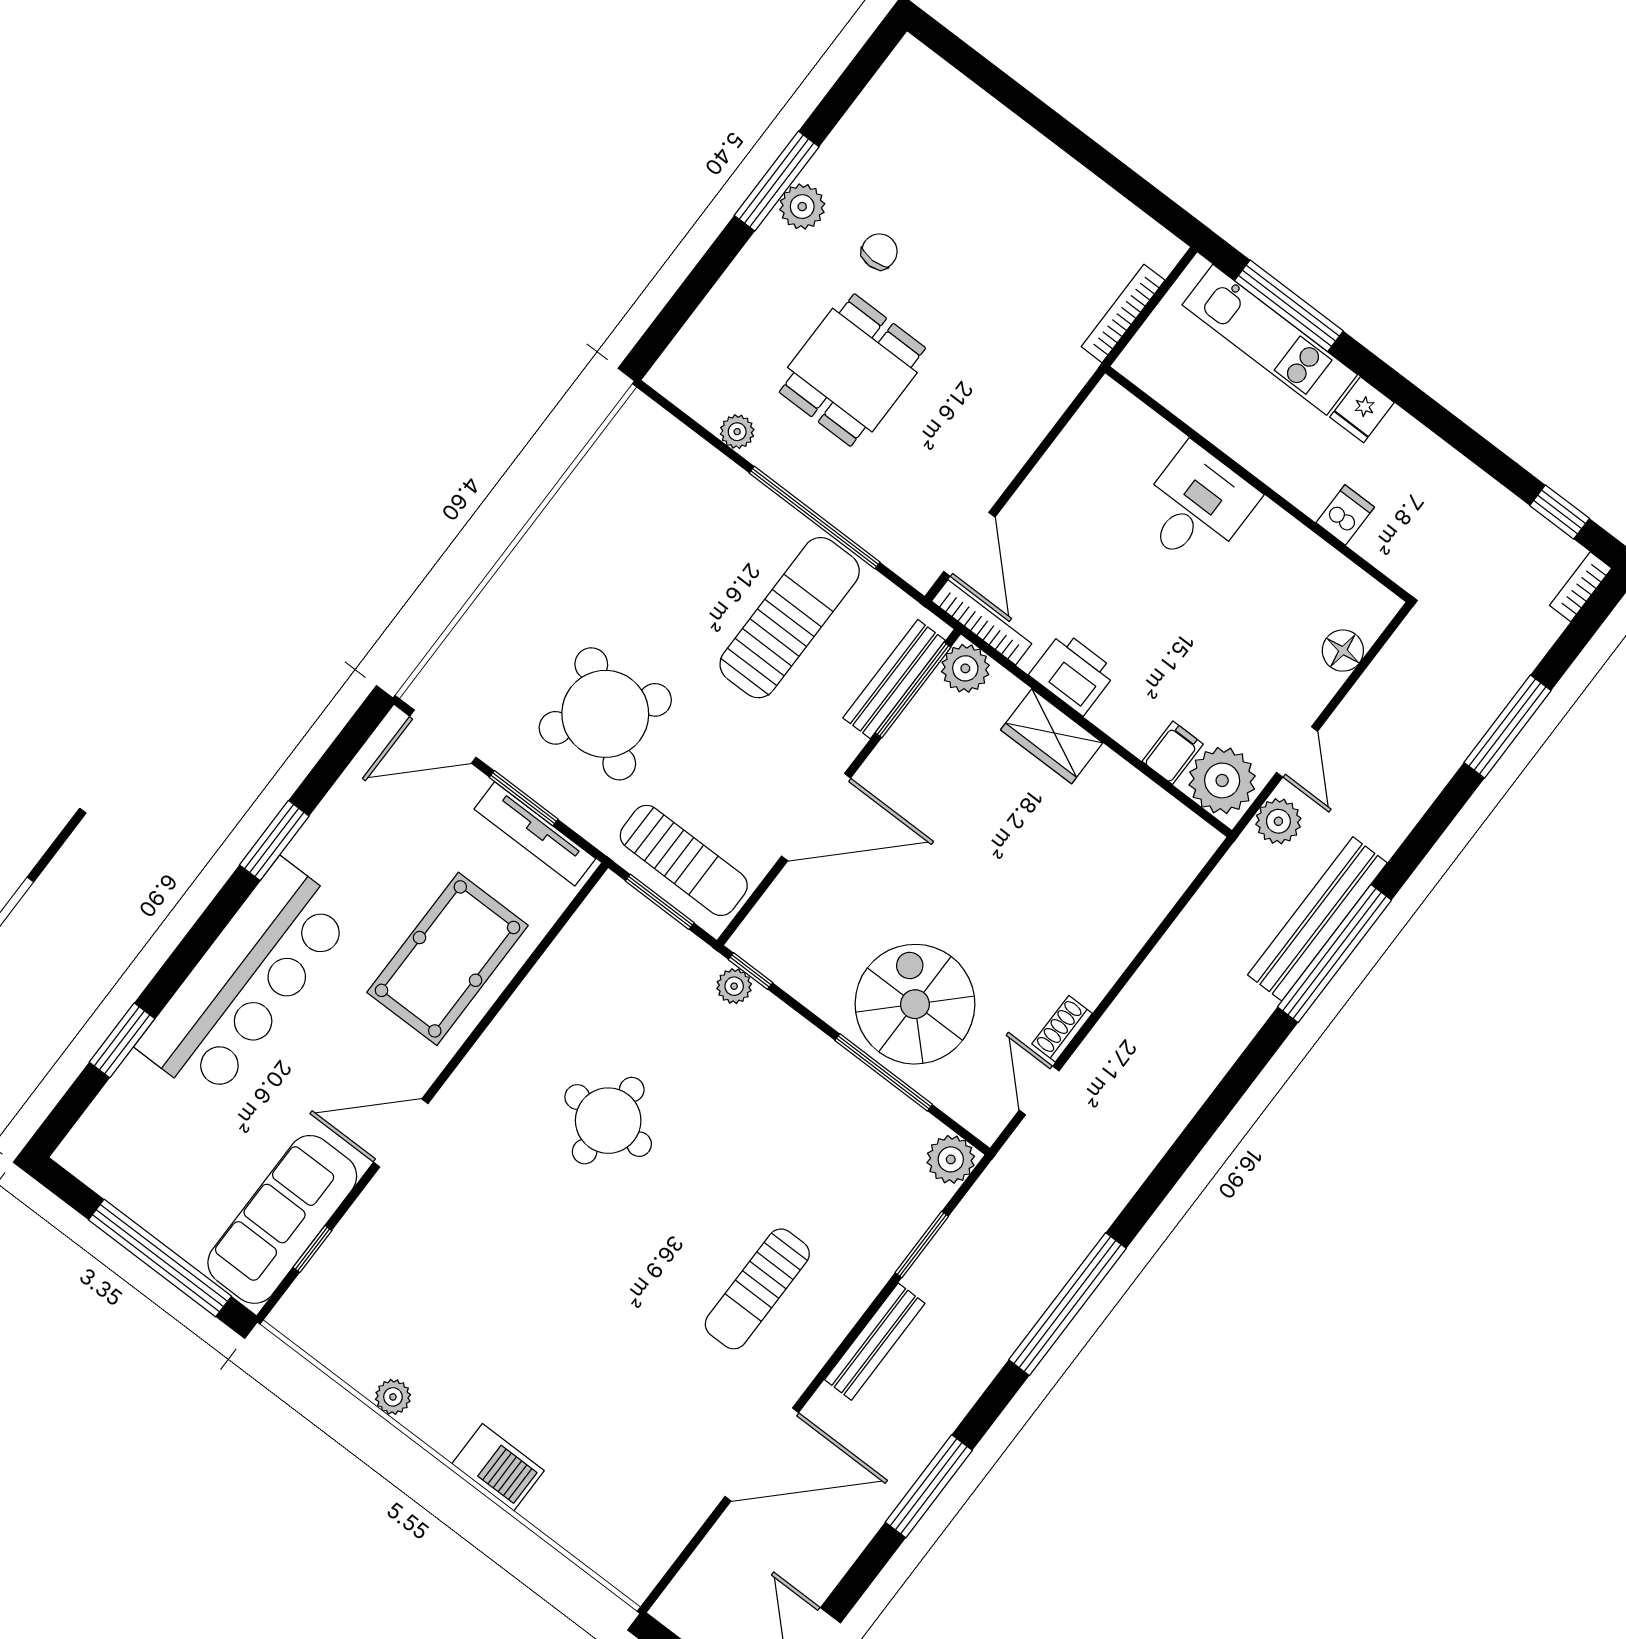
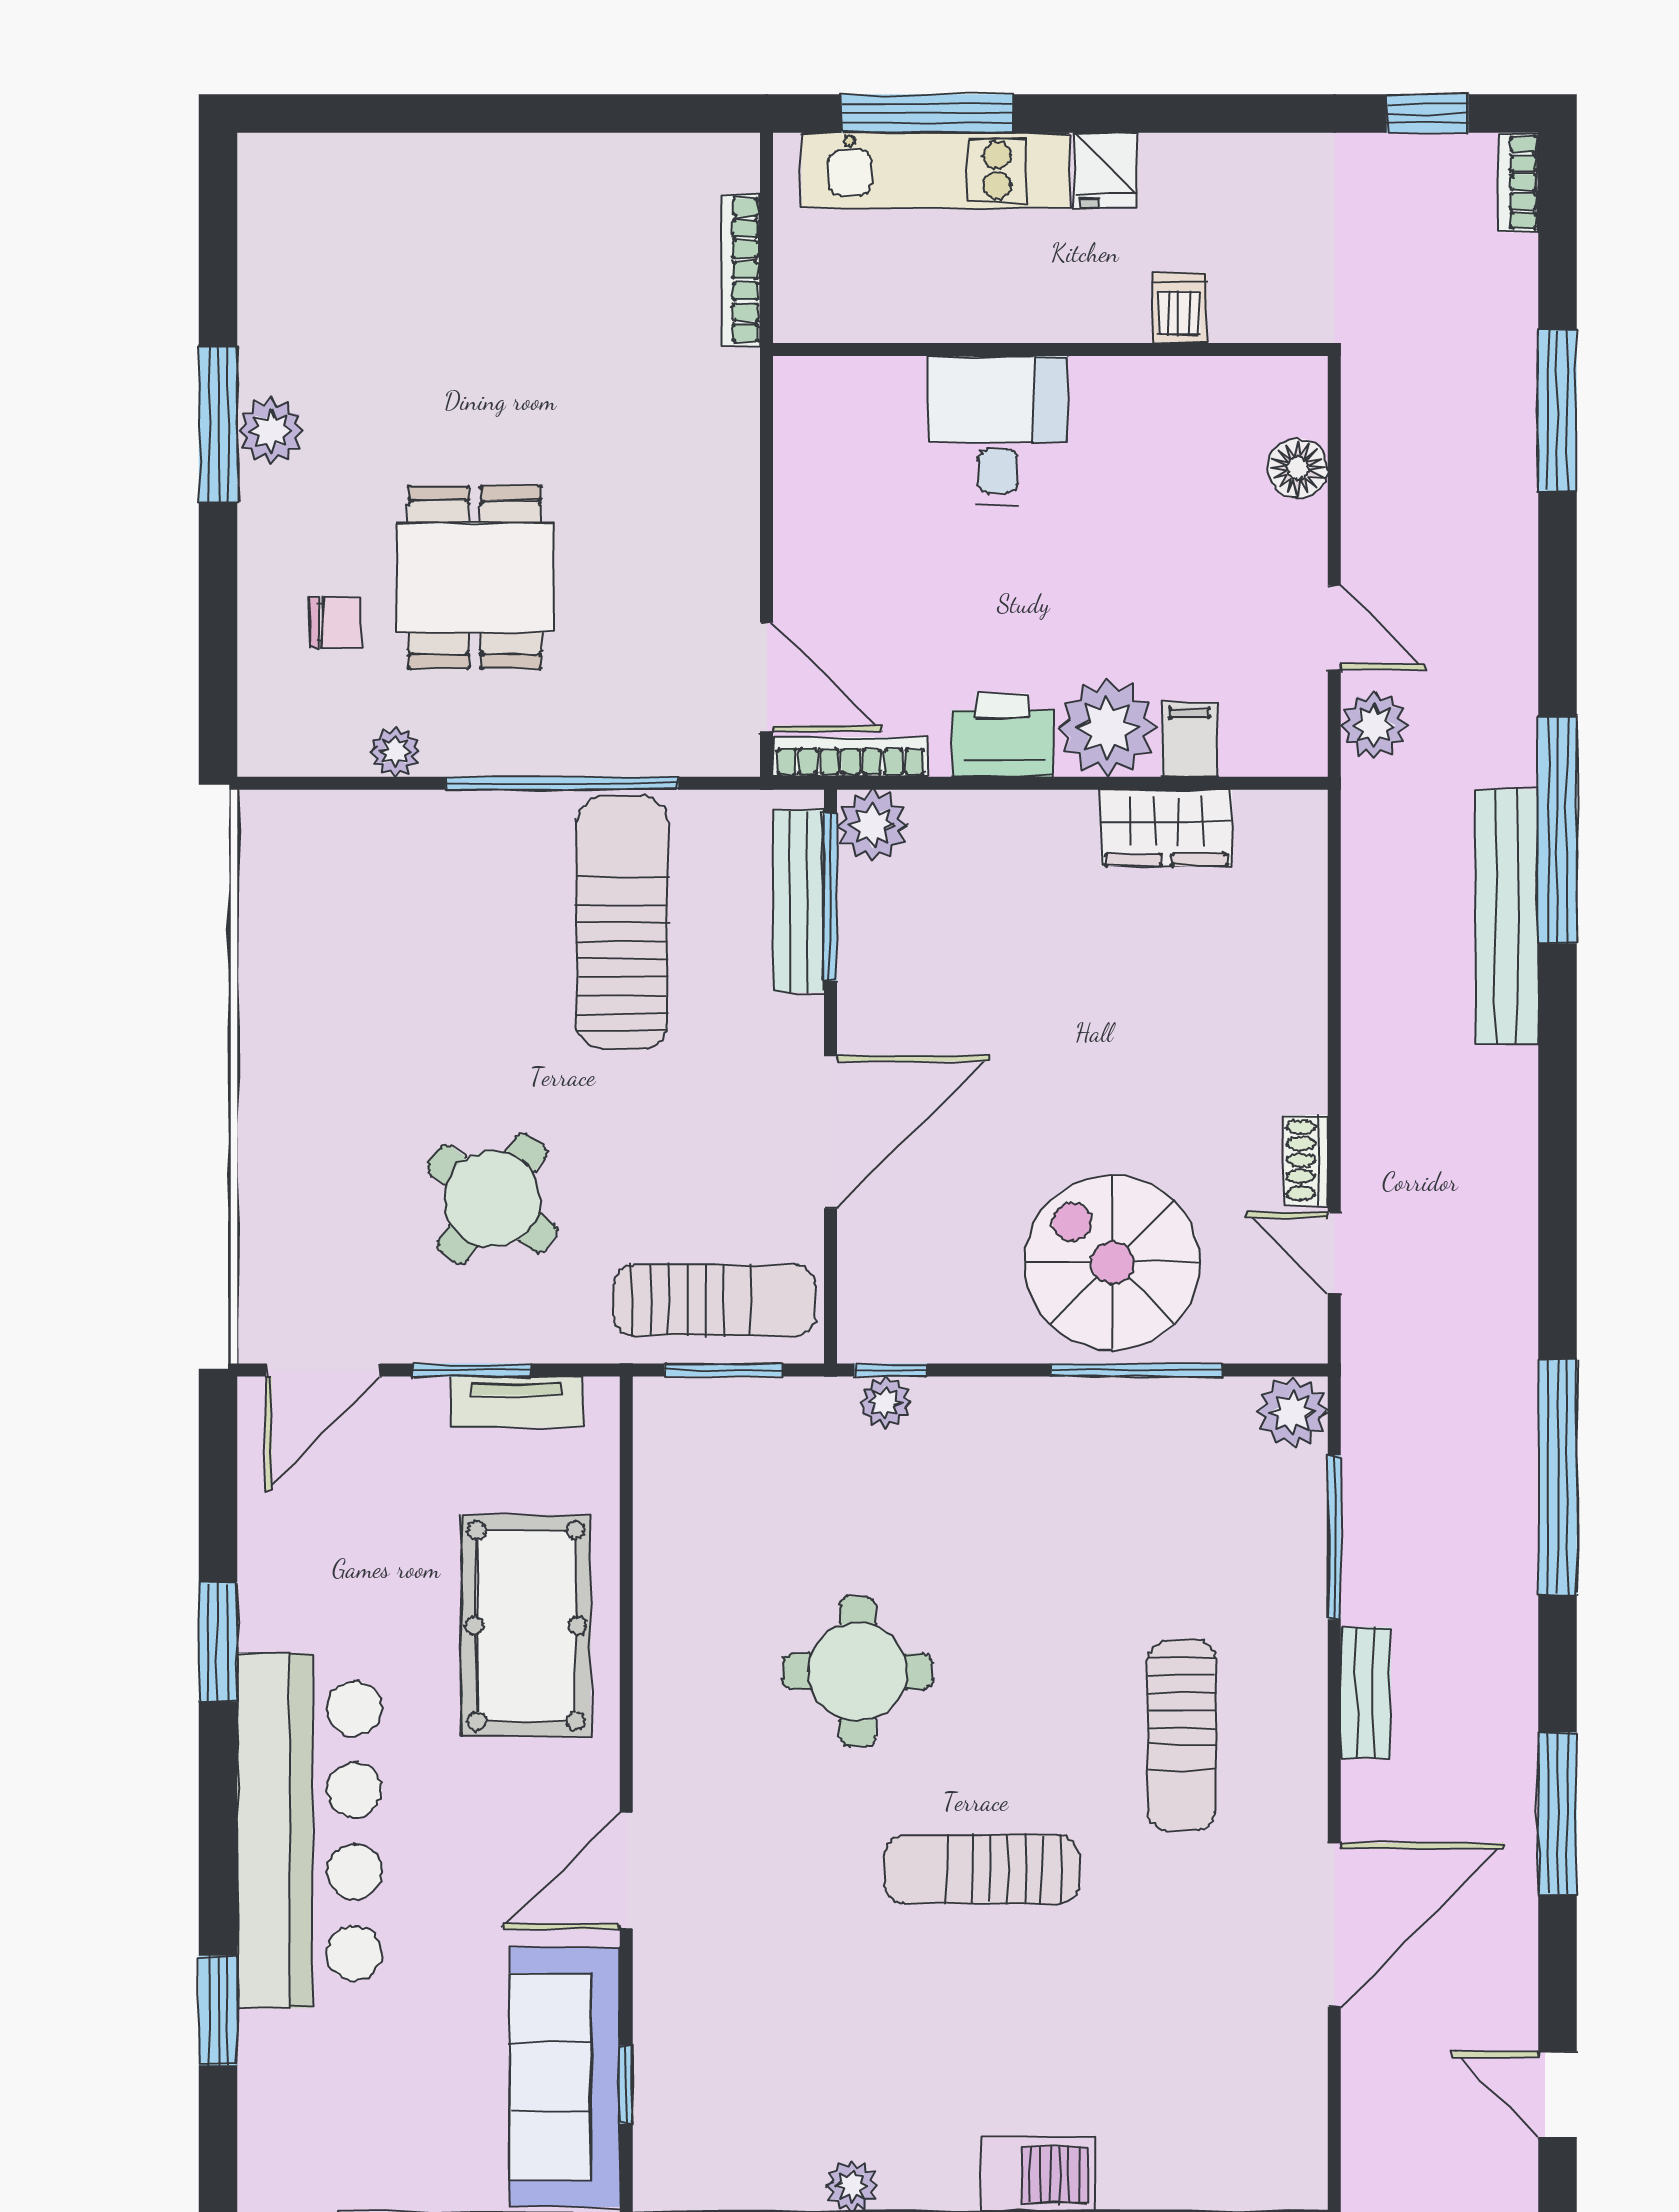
chair: (879, 252) -> (336, 622), moved, turned 90
round table: (605, 714) -> (492, 1199), width x0.73, depth x0.73
wardrobe: (1052, 736) -> (1167, 828), moved
plant: (1222, 780) -> (1107, 728), moved
tv unit: (535, 834) -> (517, 1402), width x0.71
bench: (1317, 919) -> (1507, 917), moved
window: (922, 1245) -> (1334, 1537), width x1.44
sun lounger: (594, 1279) -> (982, 1869), added
bench: (875, 1342) -> (1366, 1692), width x0.73

